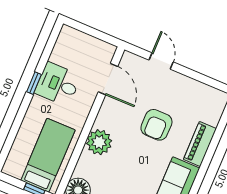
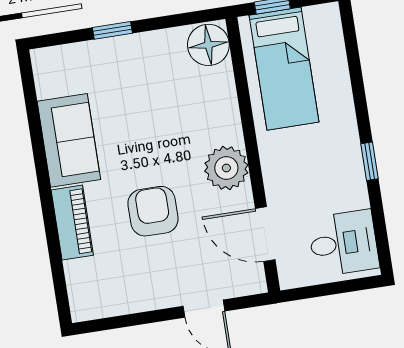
desk: (58, 84) -> (343, 243), moved
plant: (99, 142) -> (226, 168), moved

